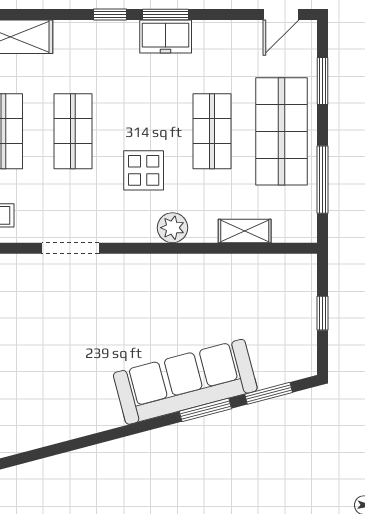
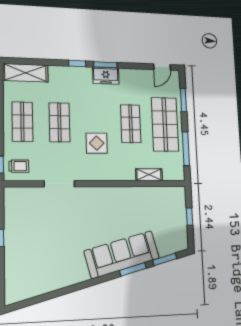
plant: (173, 228) -> (112, 173), removed

